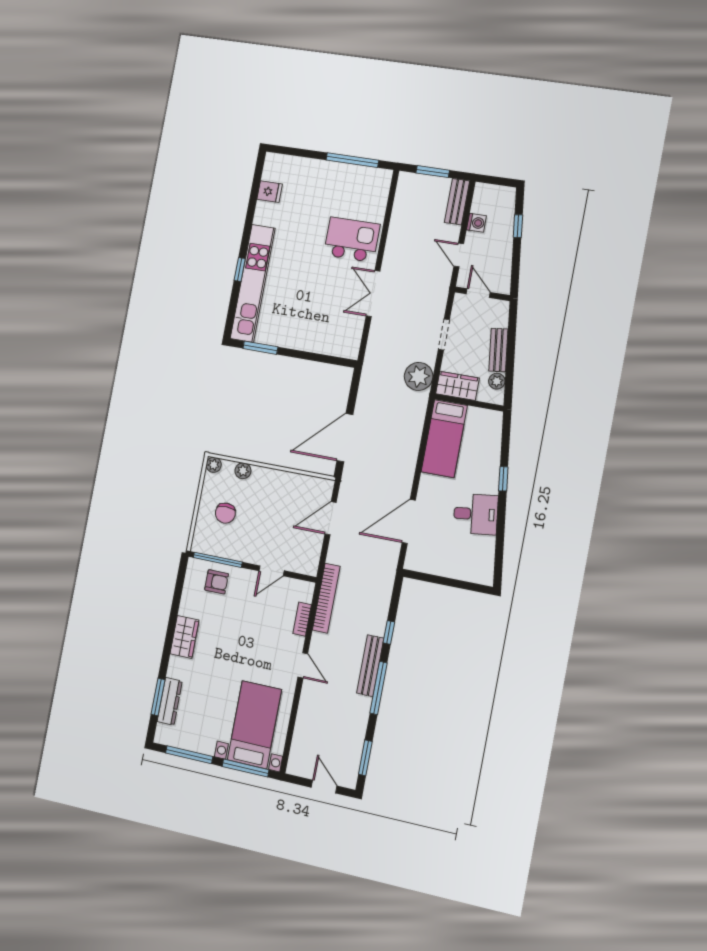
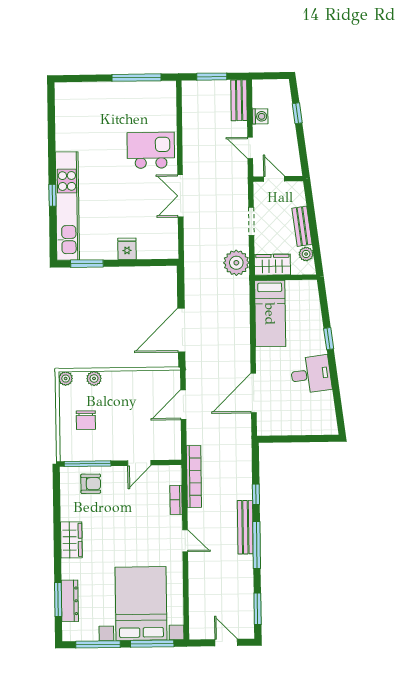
fridge: (270, 192) -> (127, 249), moved, turned -90
bed with nightstands: (254, 725) -> (141, 603), width x1.36

